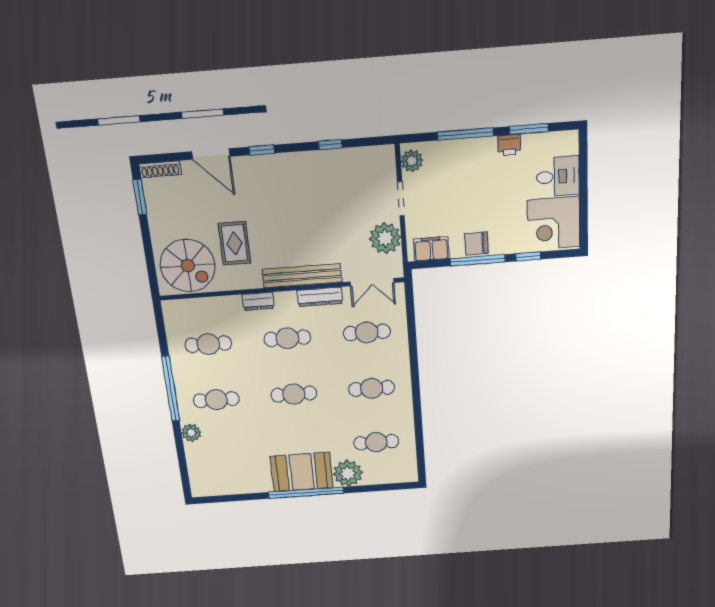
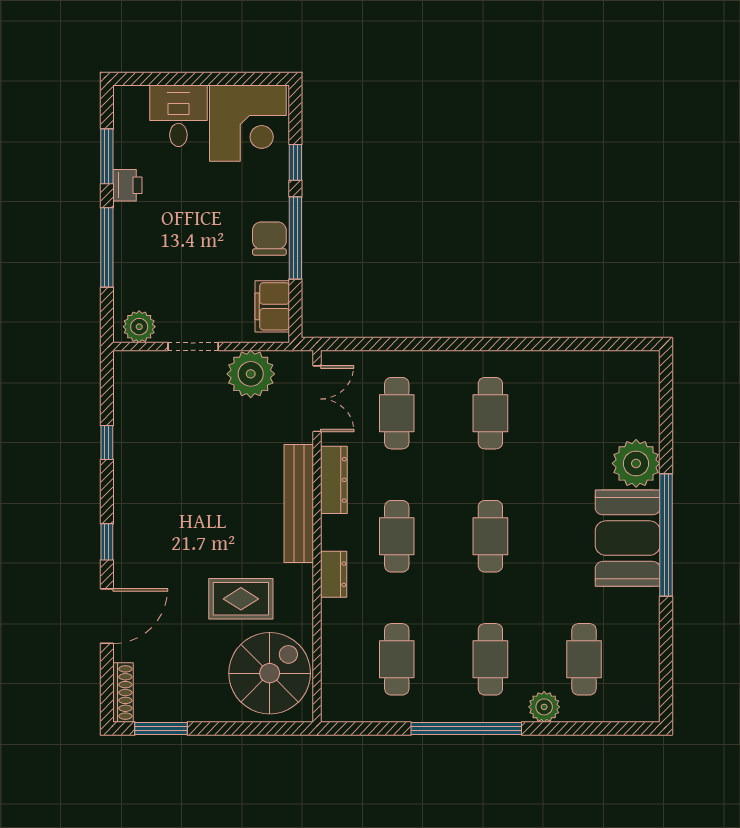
chair: (476, 244) -> (269, 239), turned 180
cafe table: (376, 442) -> (584, 659), moved

